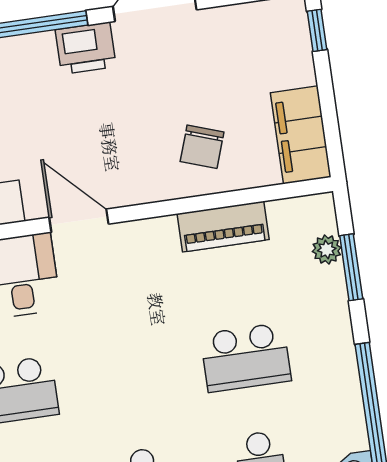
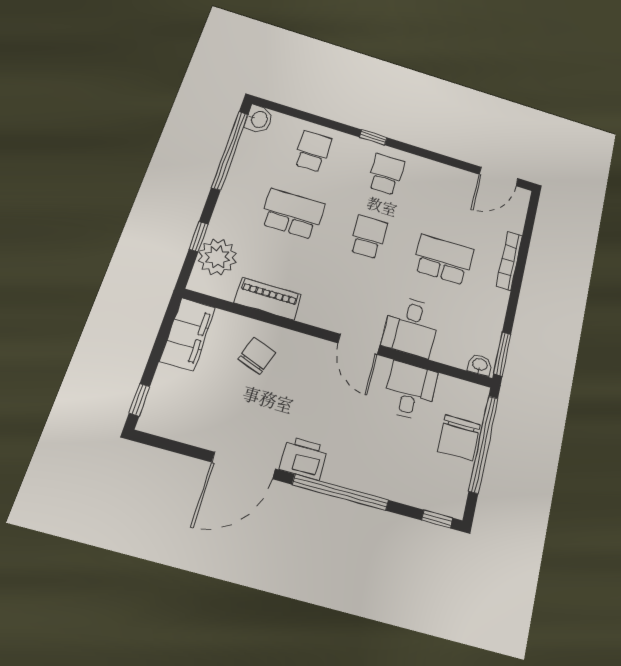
plant: (327, 250) -> (217, 257), width x1.88, depth x1.88
window: (351, 267) -> (199, 237), width x0.67
school desk: (130, 374) -> (368, 237), added

